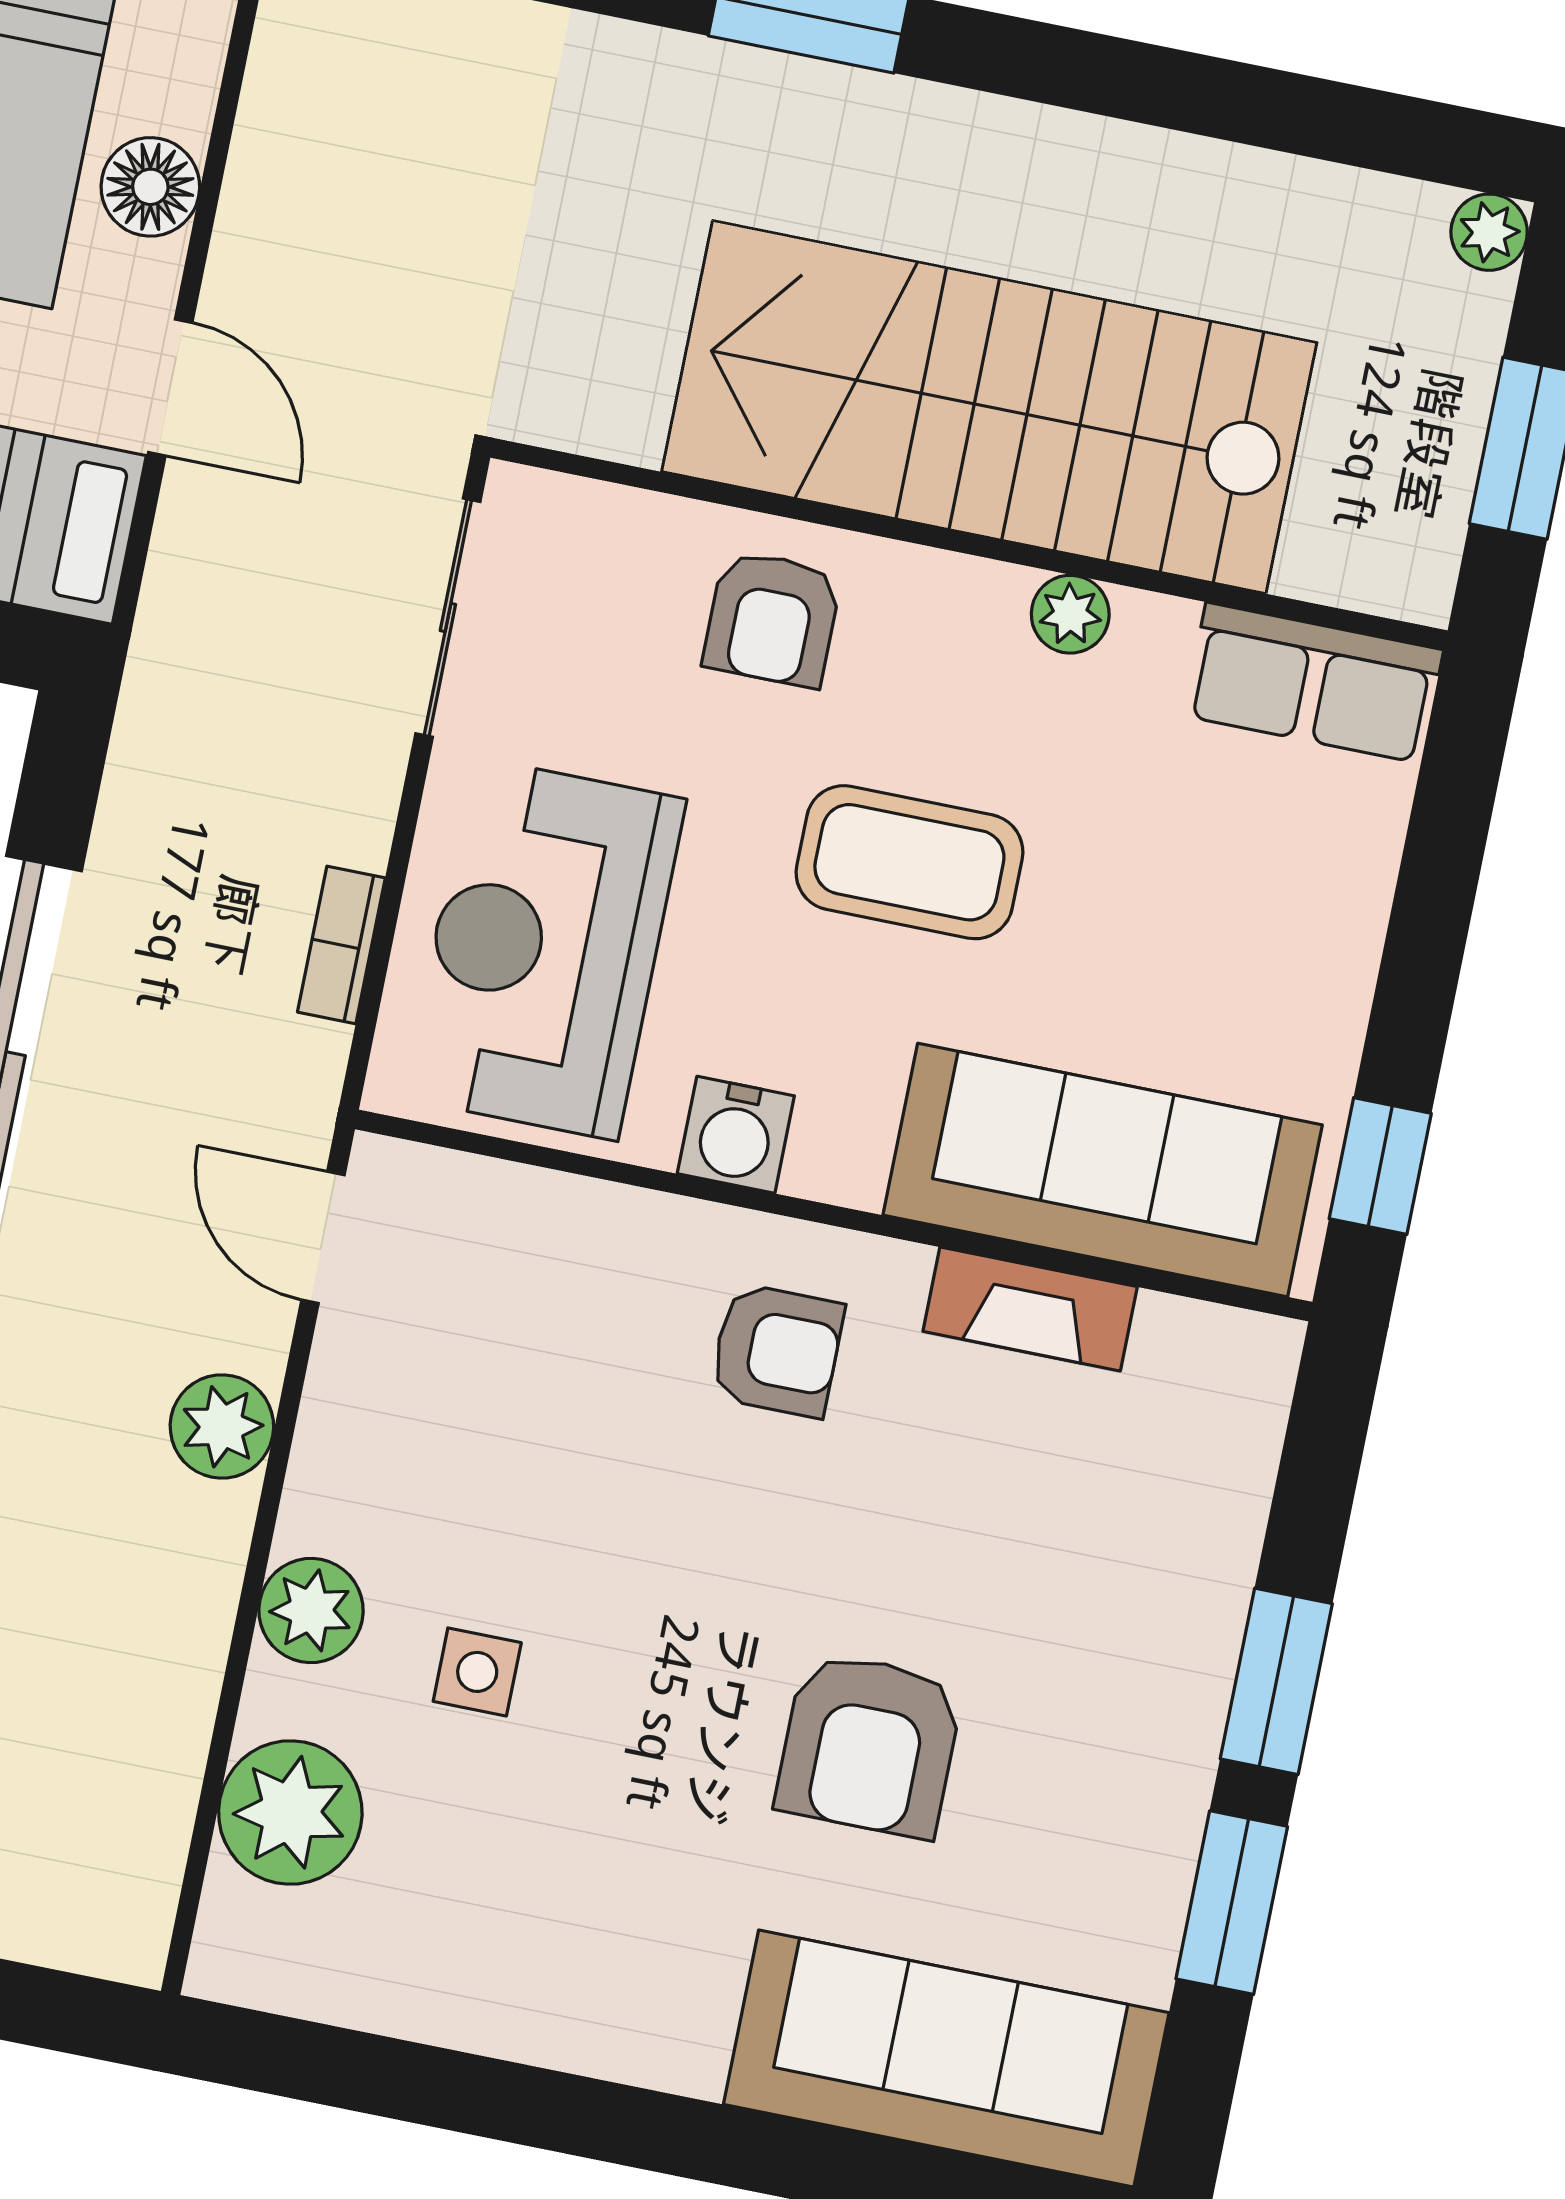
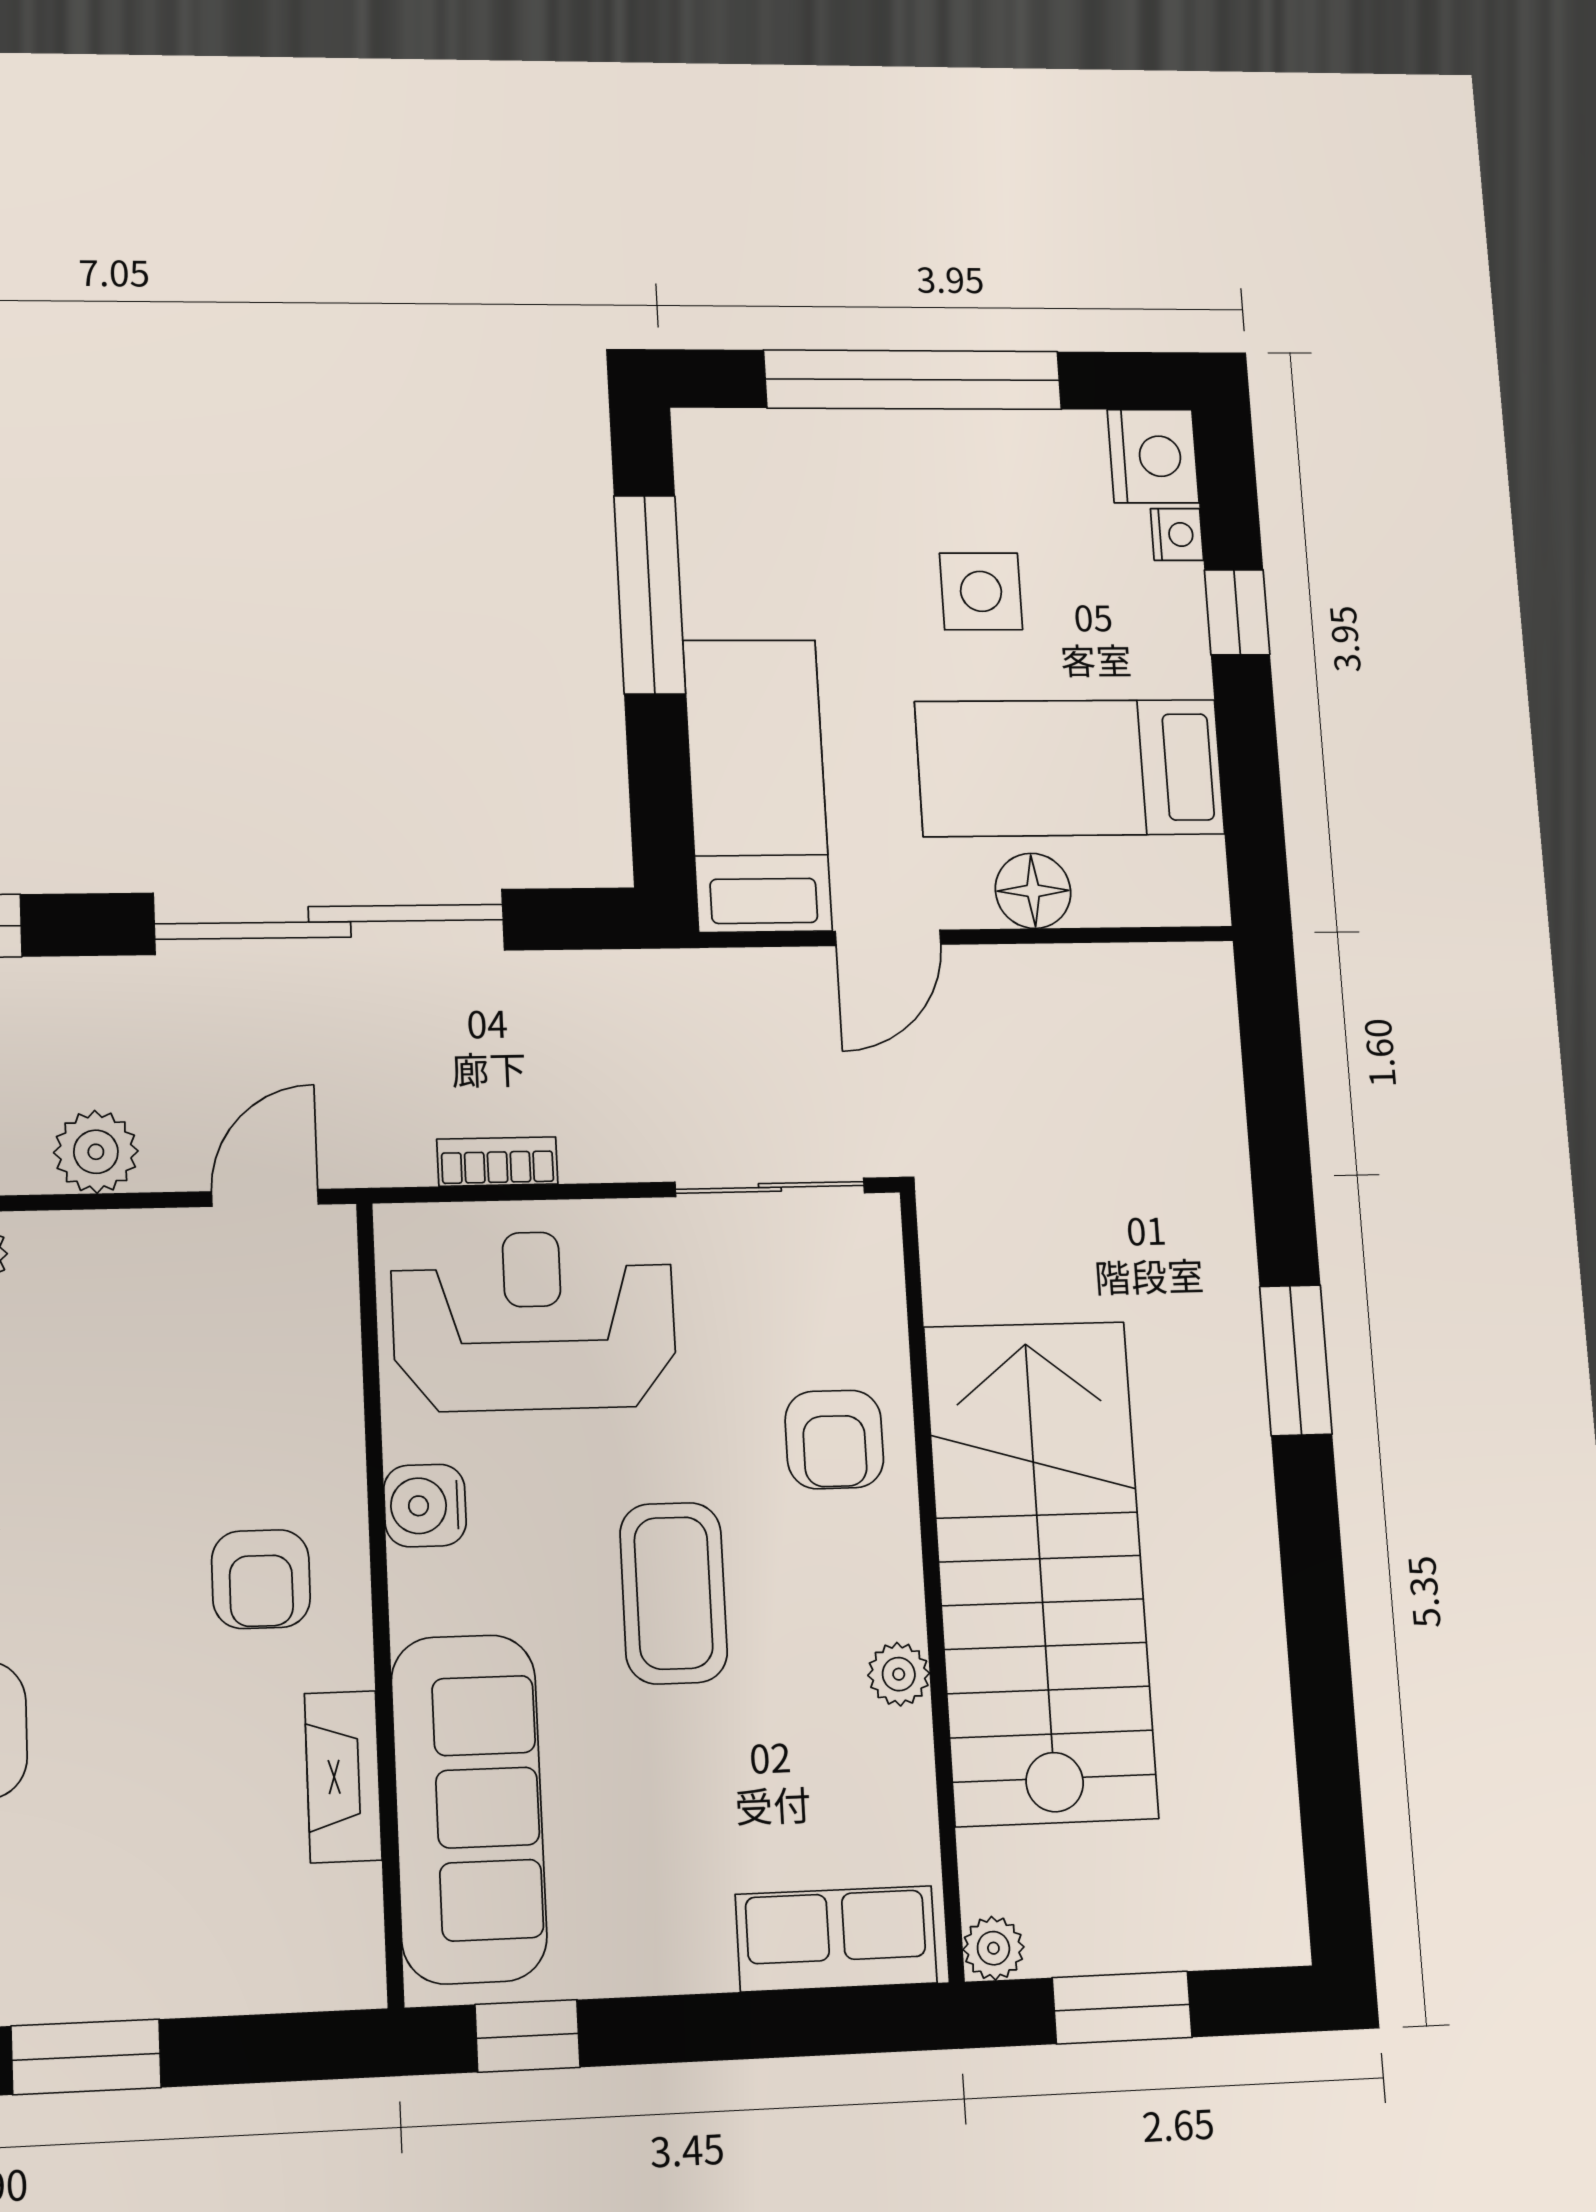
plant: (1489, 232) -> (993, 1948), moved
armchair: (772, 619) -> (834, 1439), turned -90
row of seats: (1313, 683) -> (836, 1939), moved, turned 90

